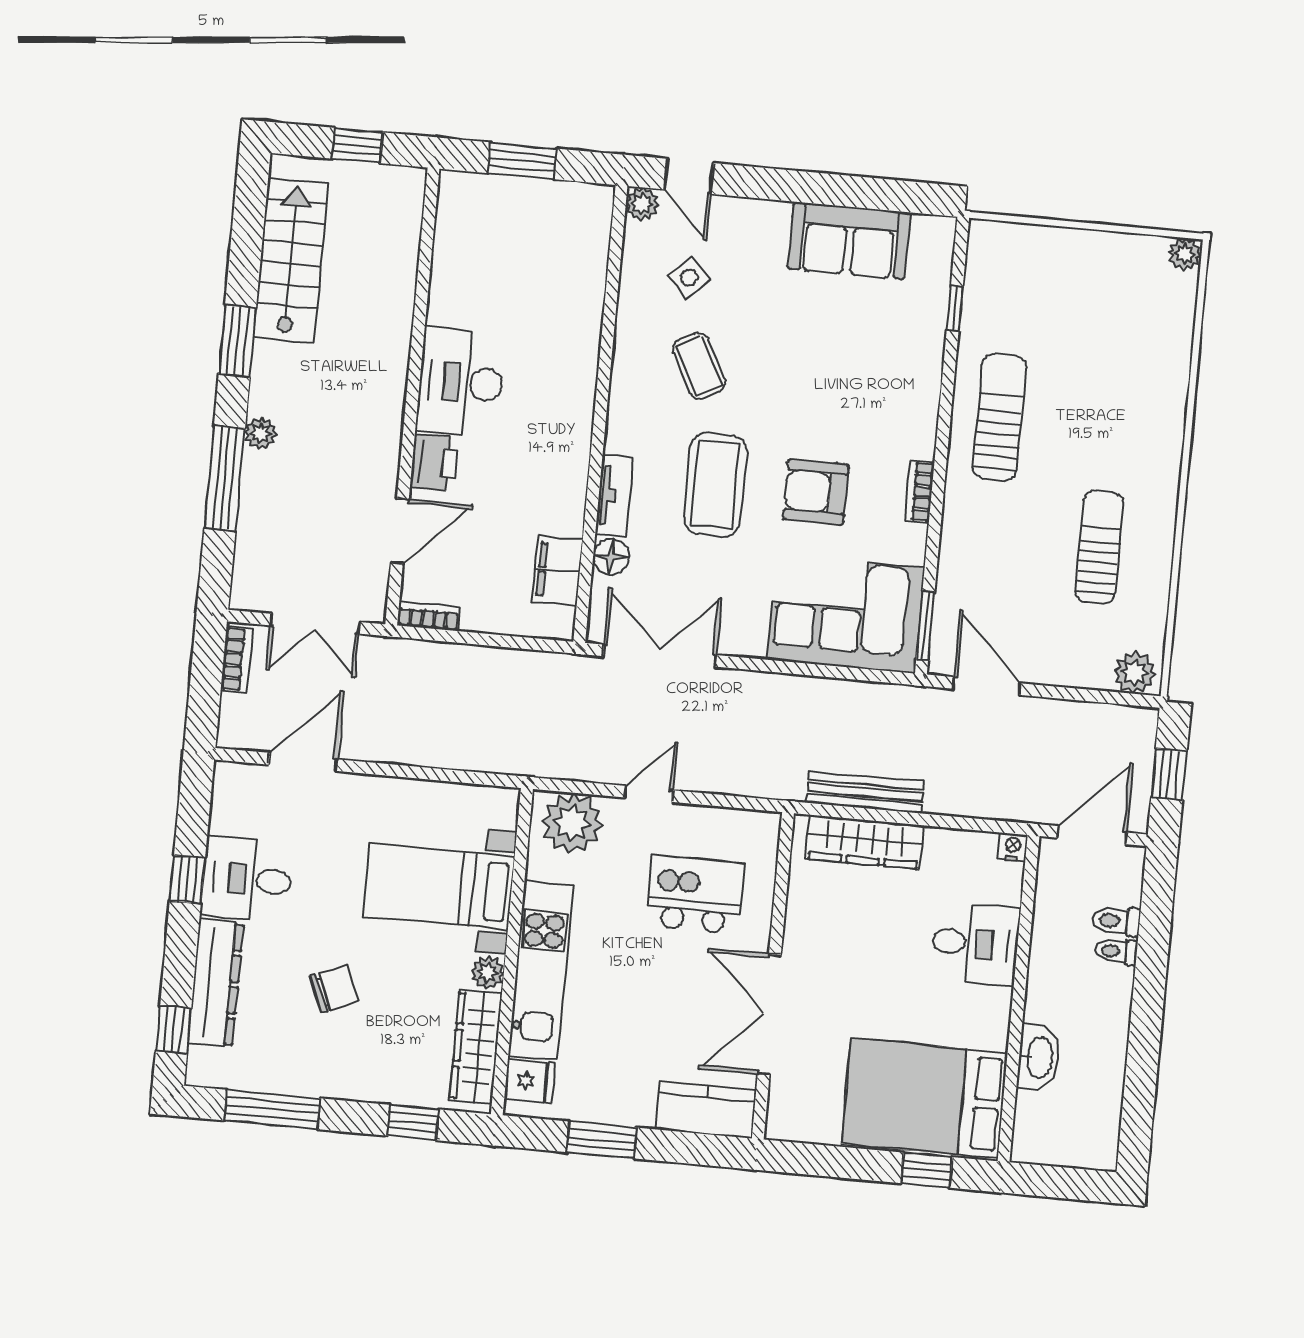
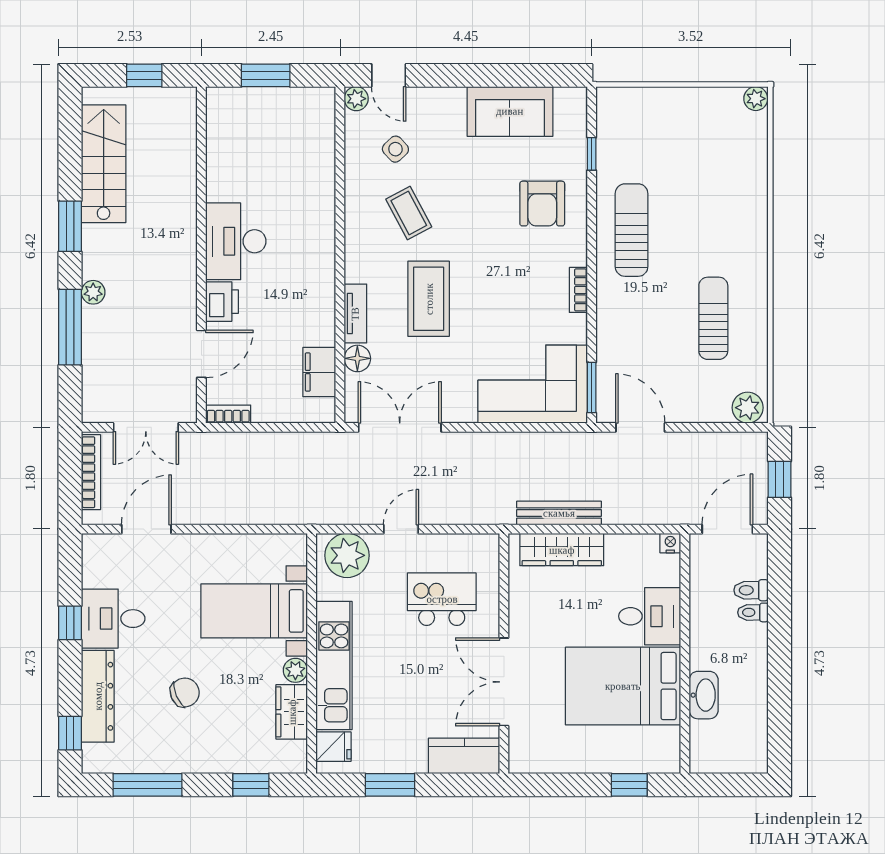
armchair: (816, 492) -> (542, 204), moved, turned -90
bookcase: (237, 659) -> (91, 472), width x1.56
wardrobe: (476, 1047) -> (292, 712), width x0.67
bed: (925, 1098) -> (623, 686), moved

